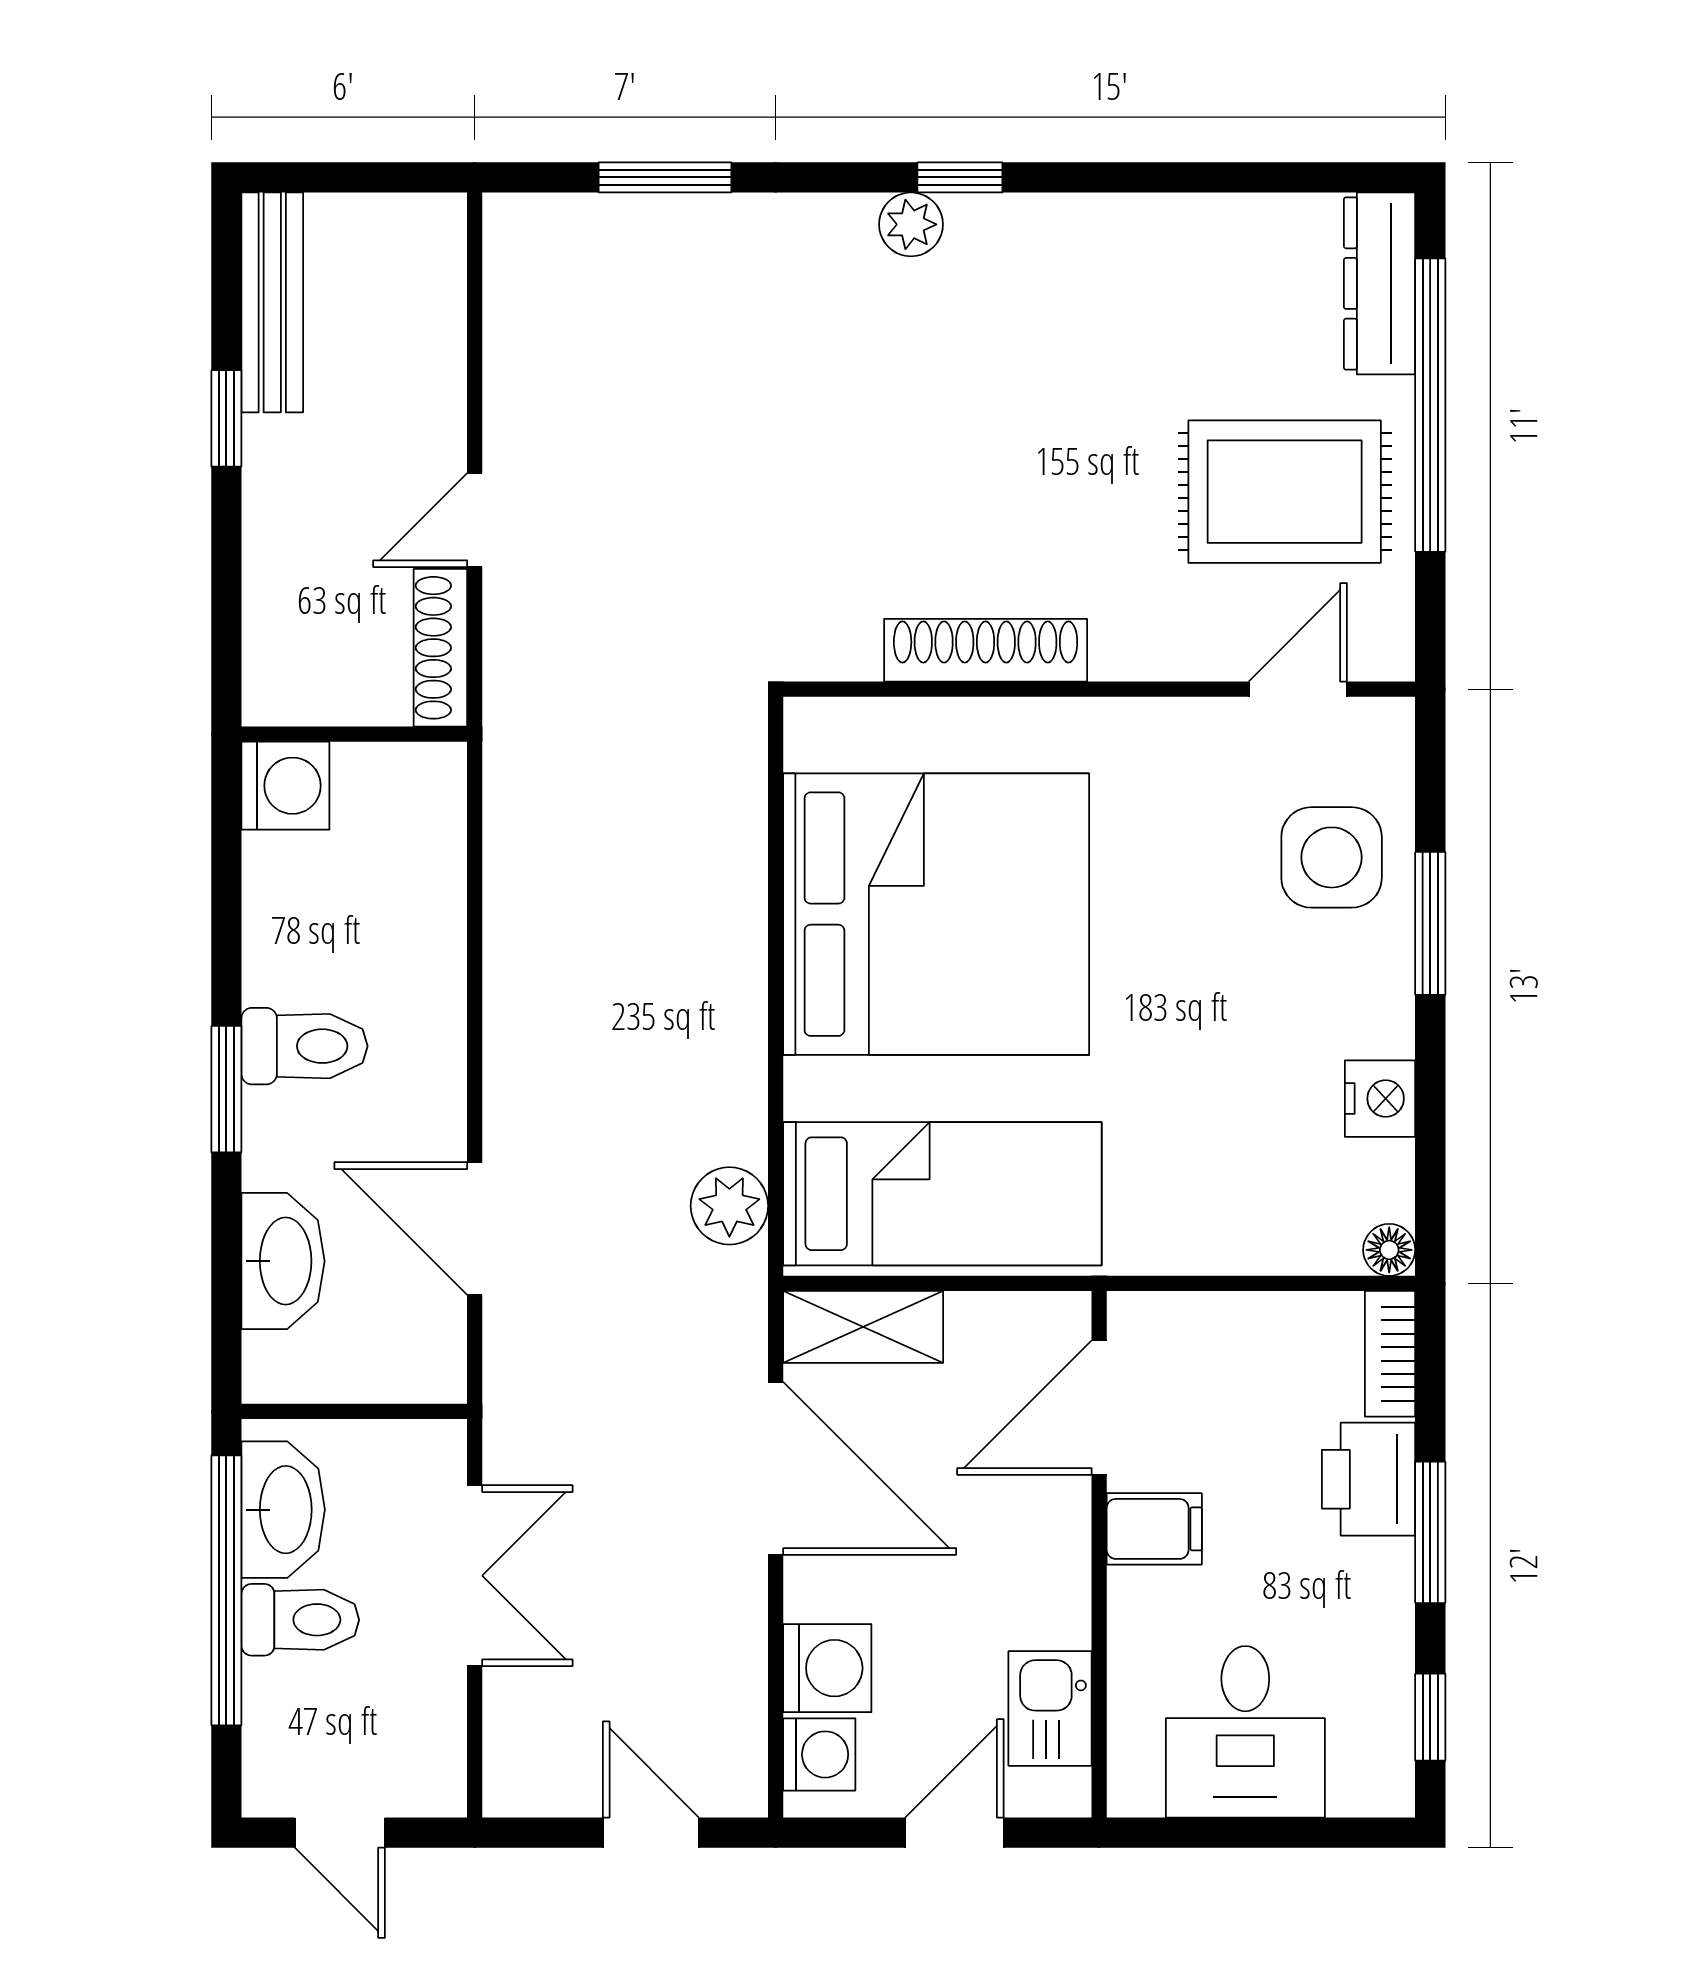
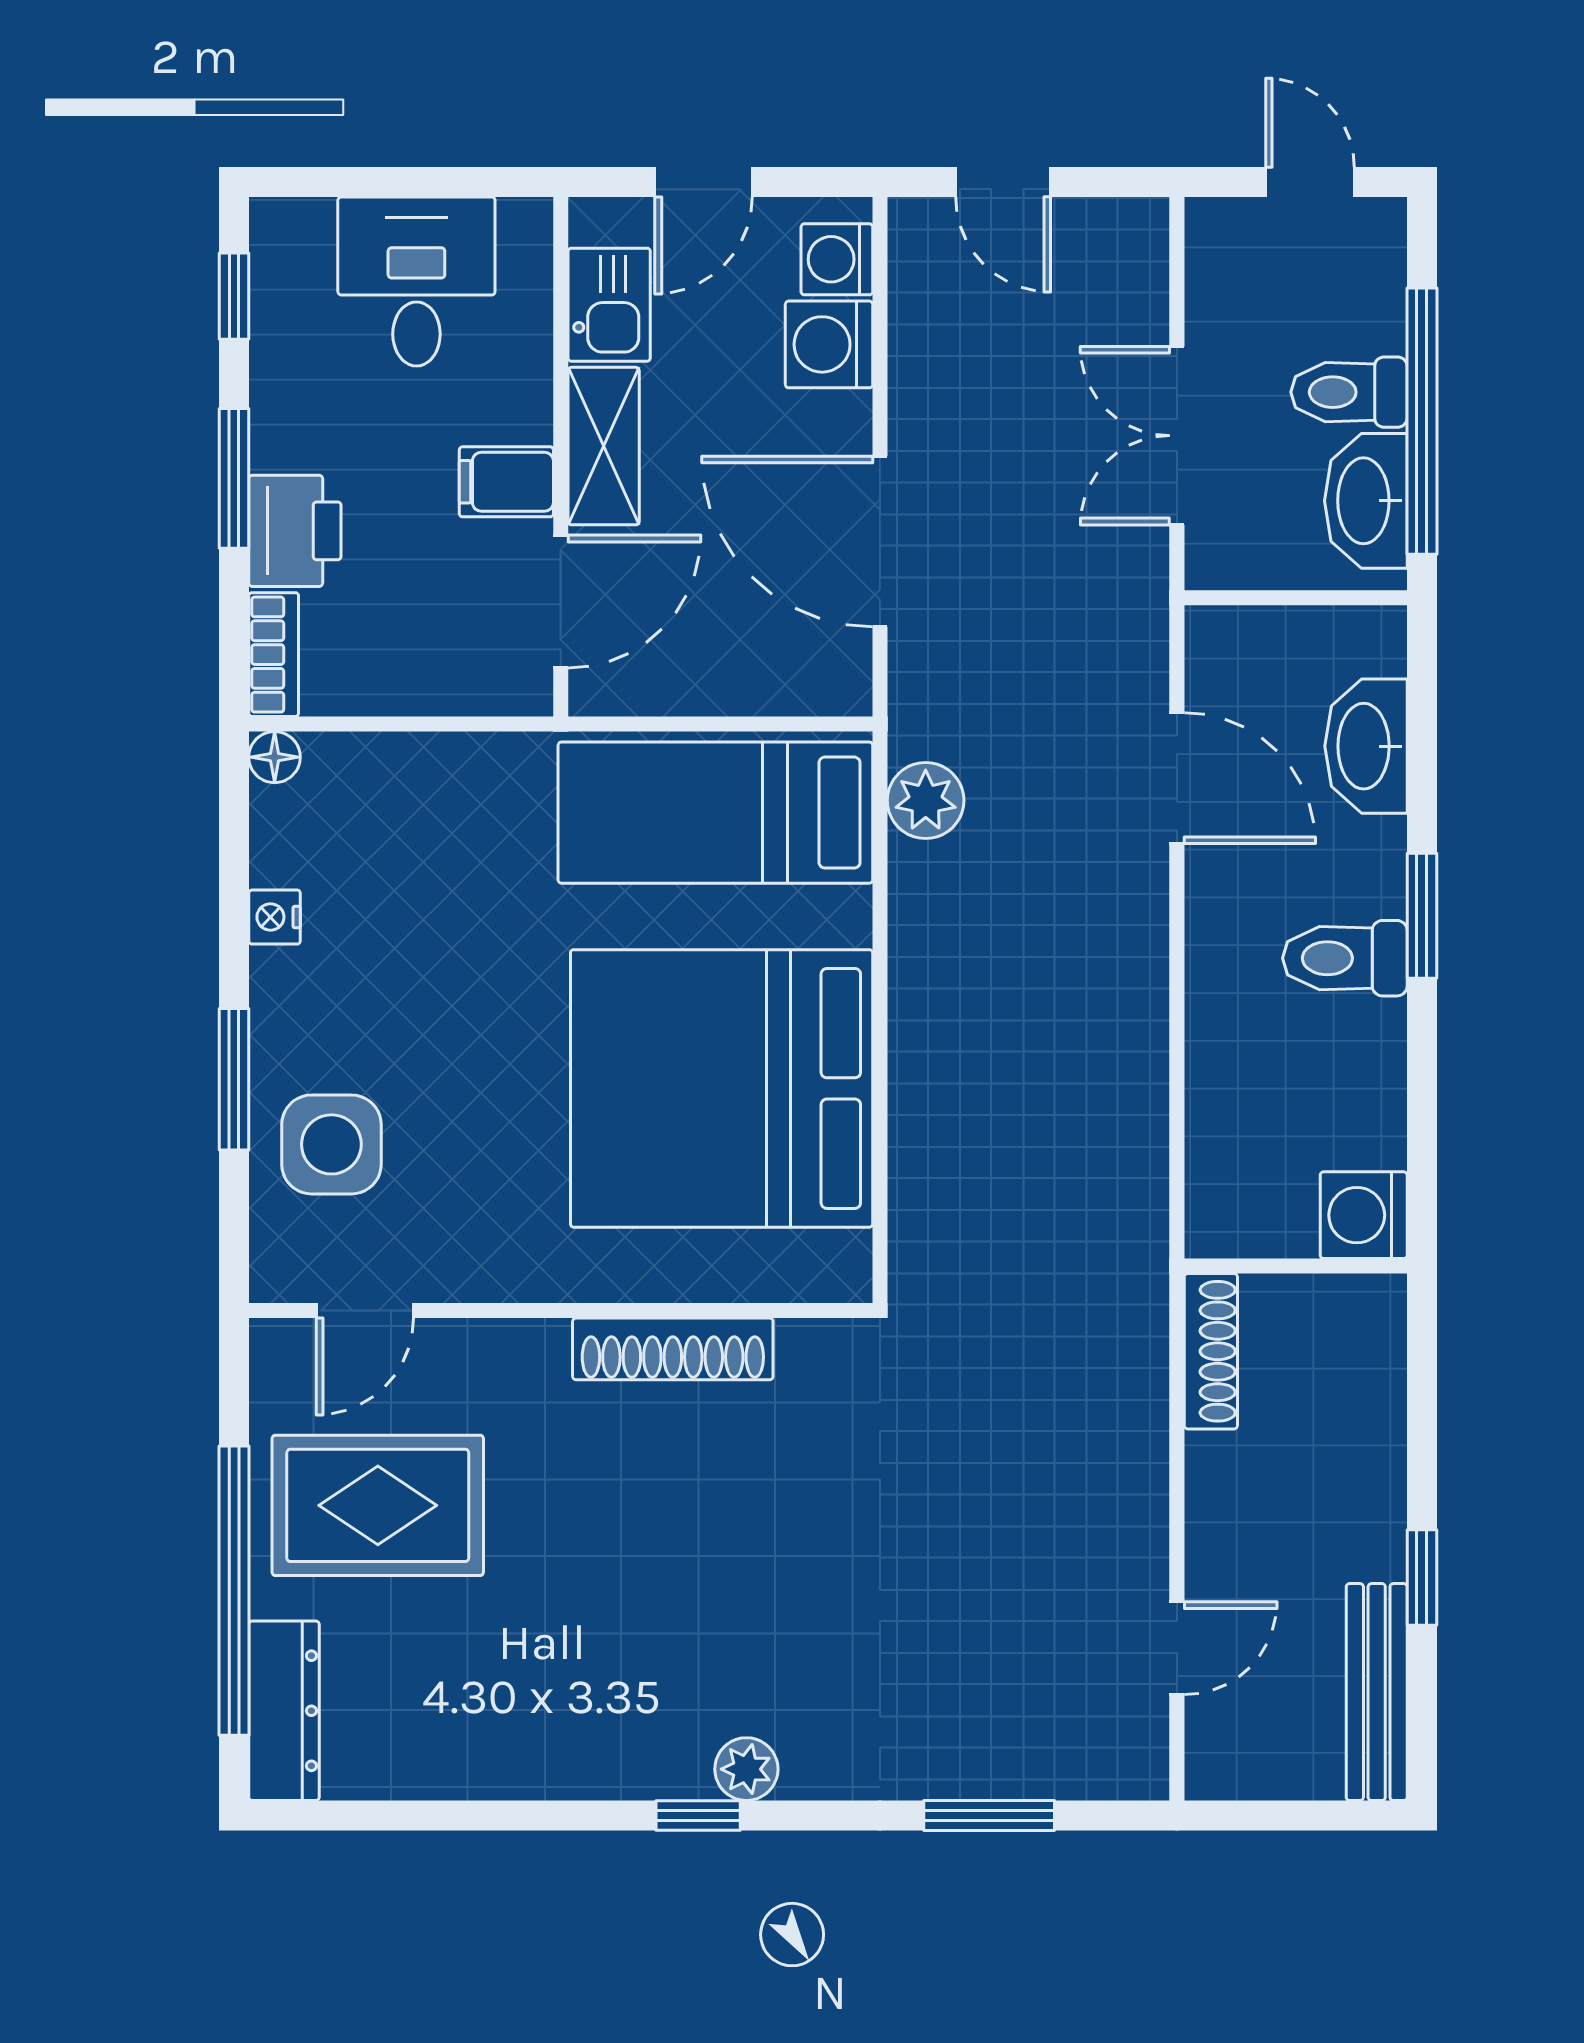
door: (475, 520) -> (1177, 1648), moved
nightstand: (1380, 1099) -> (275, 917), width x0.72, depth x0.74
shelving: (863, 1327) -> (604, 446), moved, turned 90

